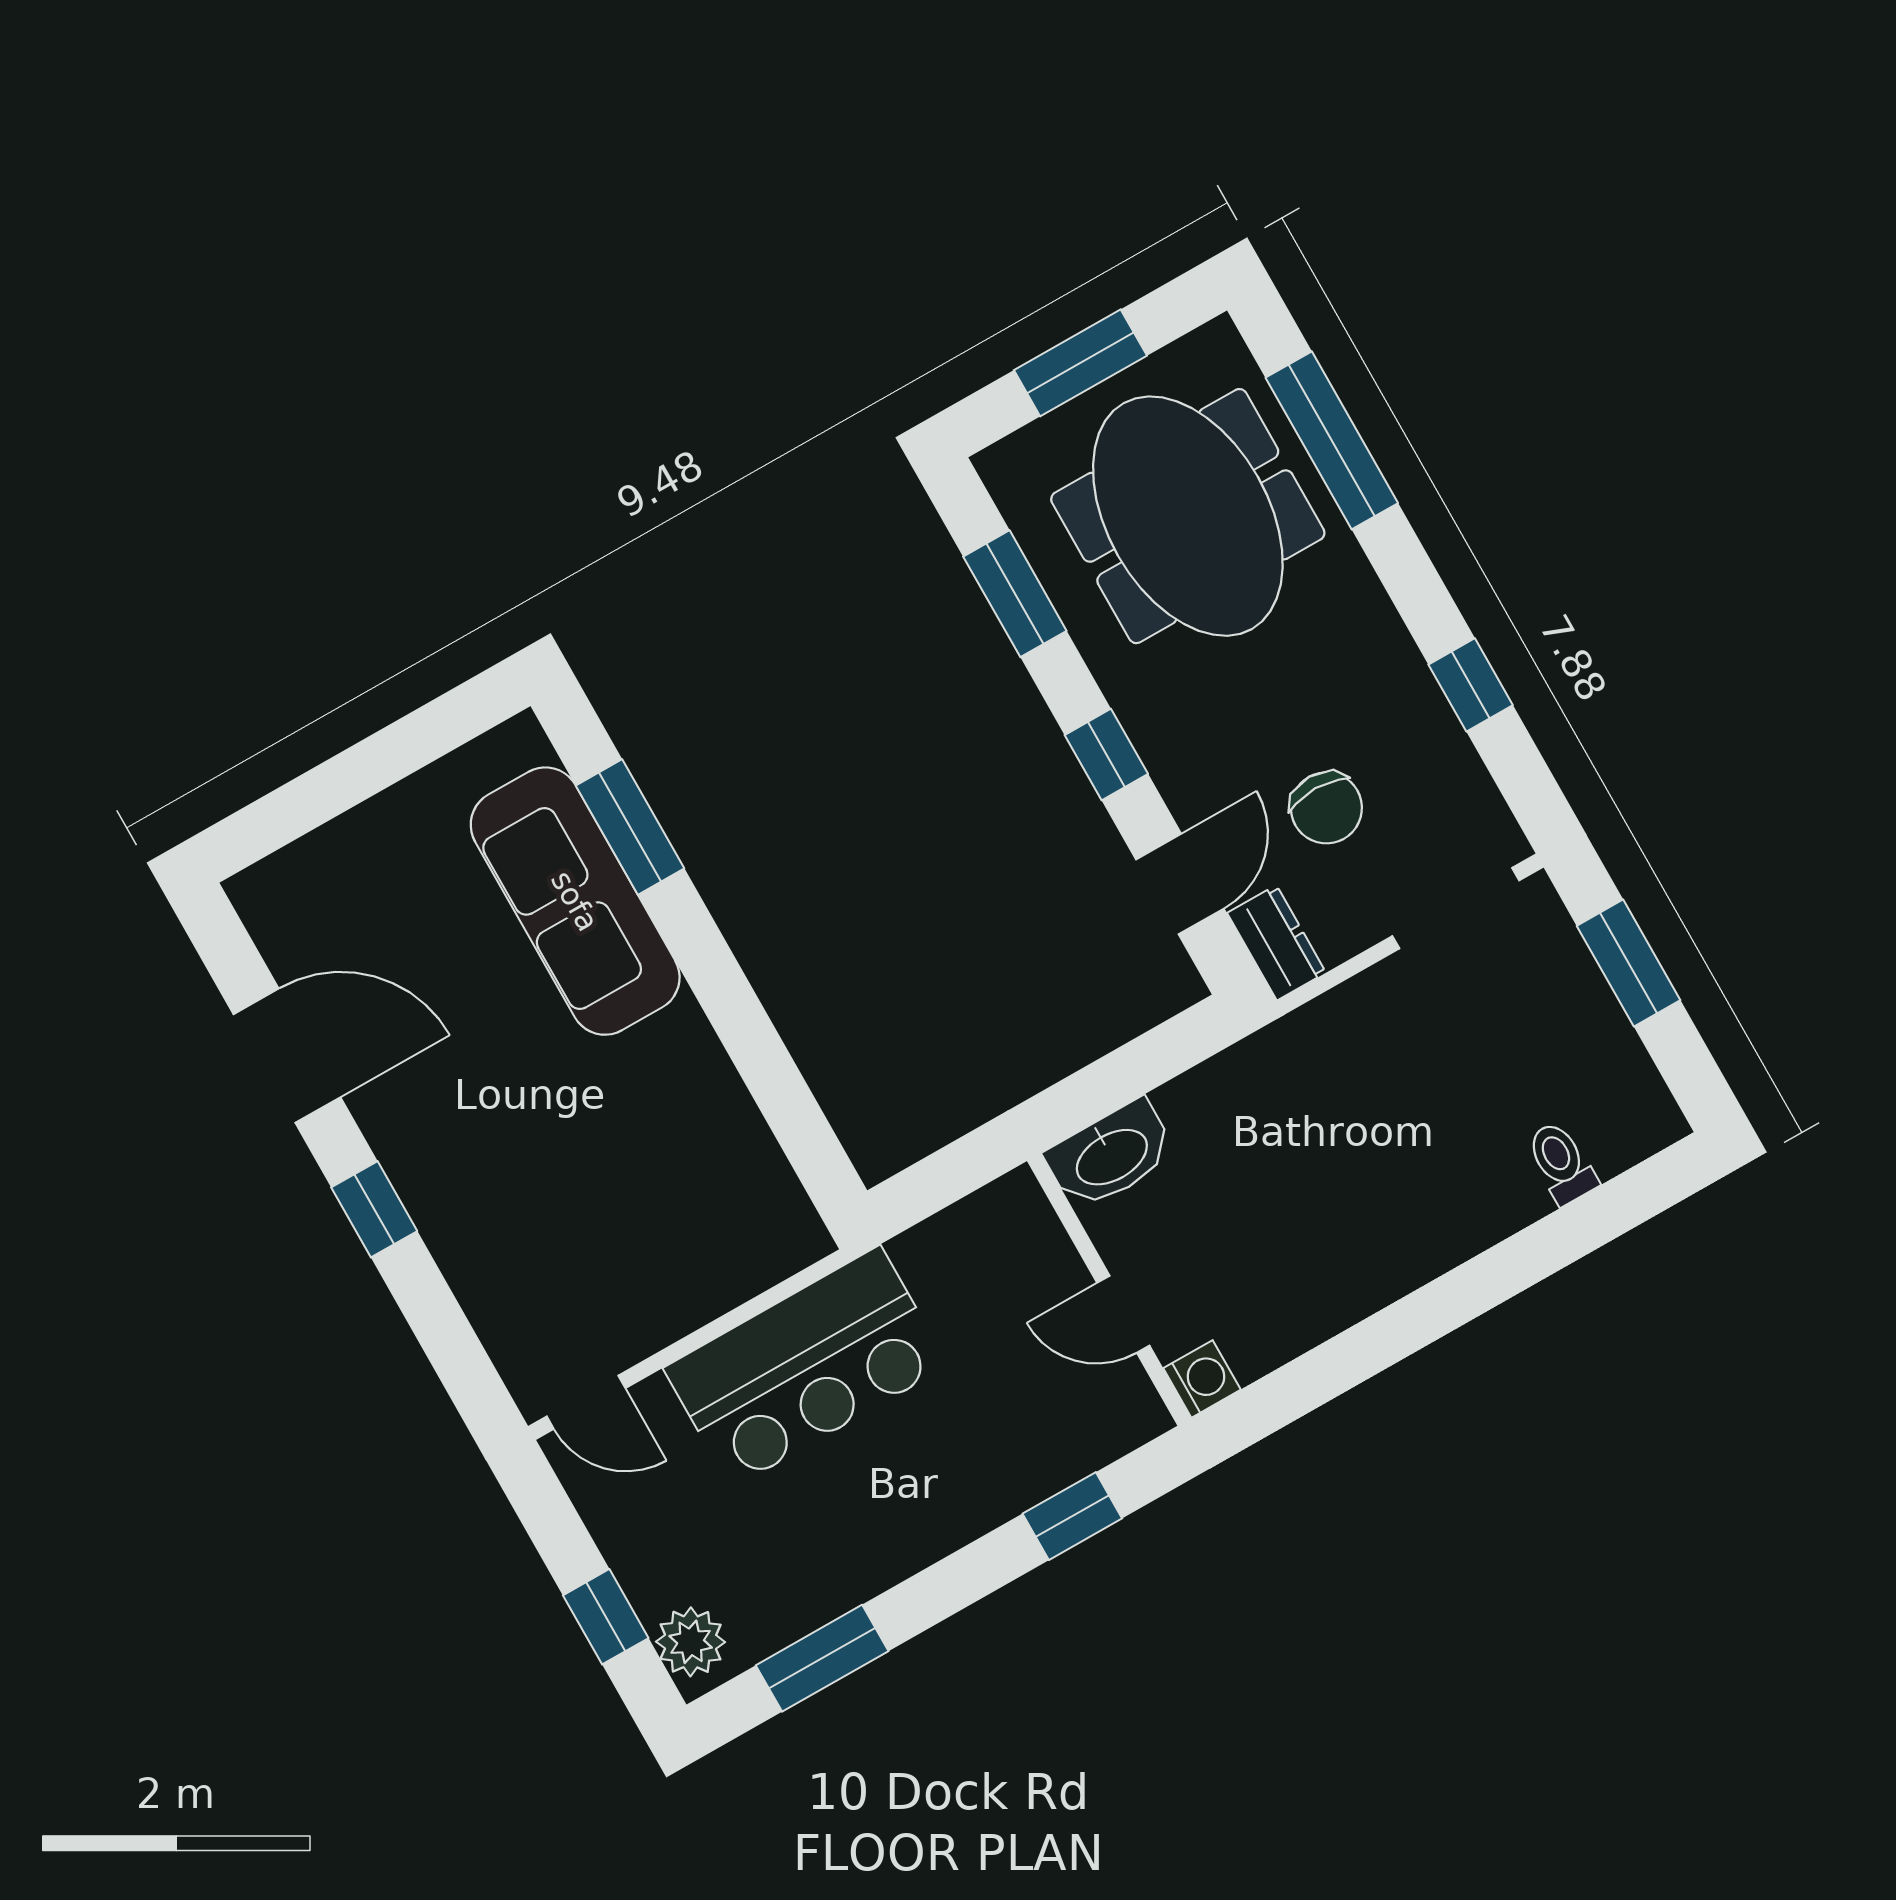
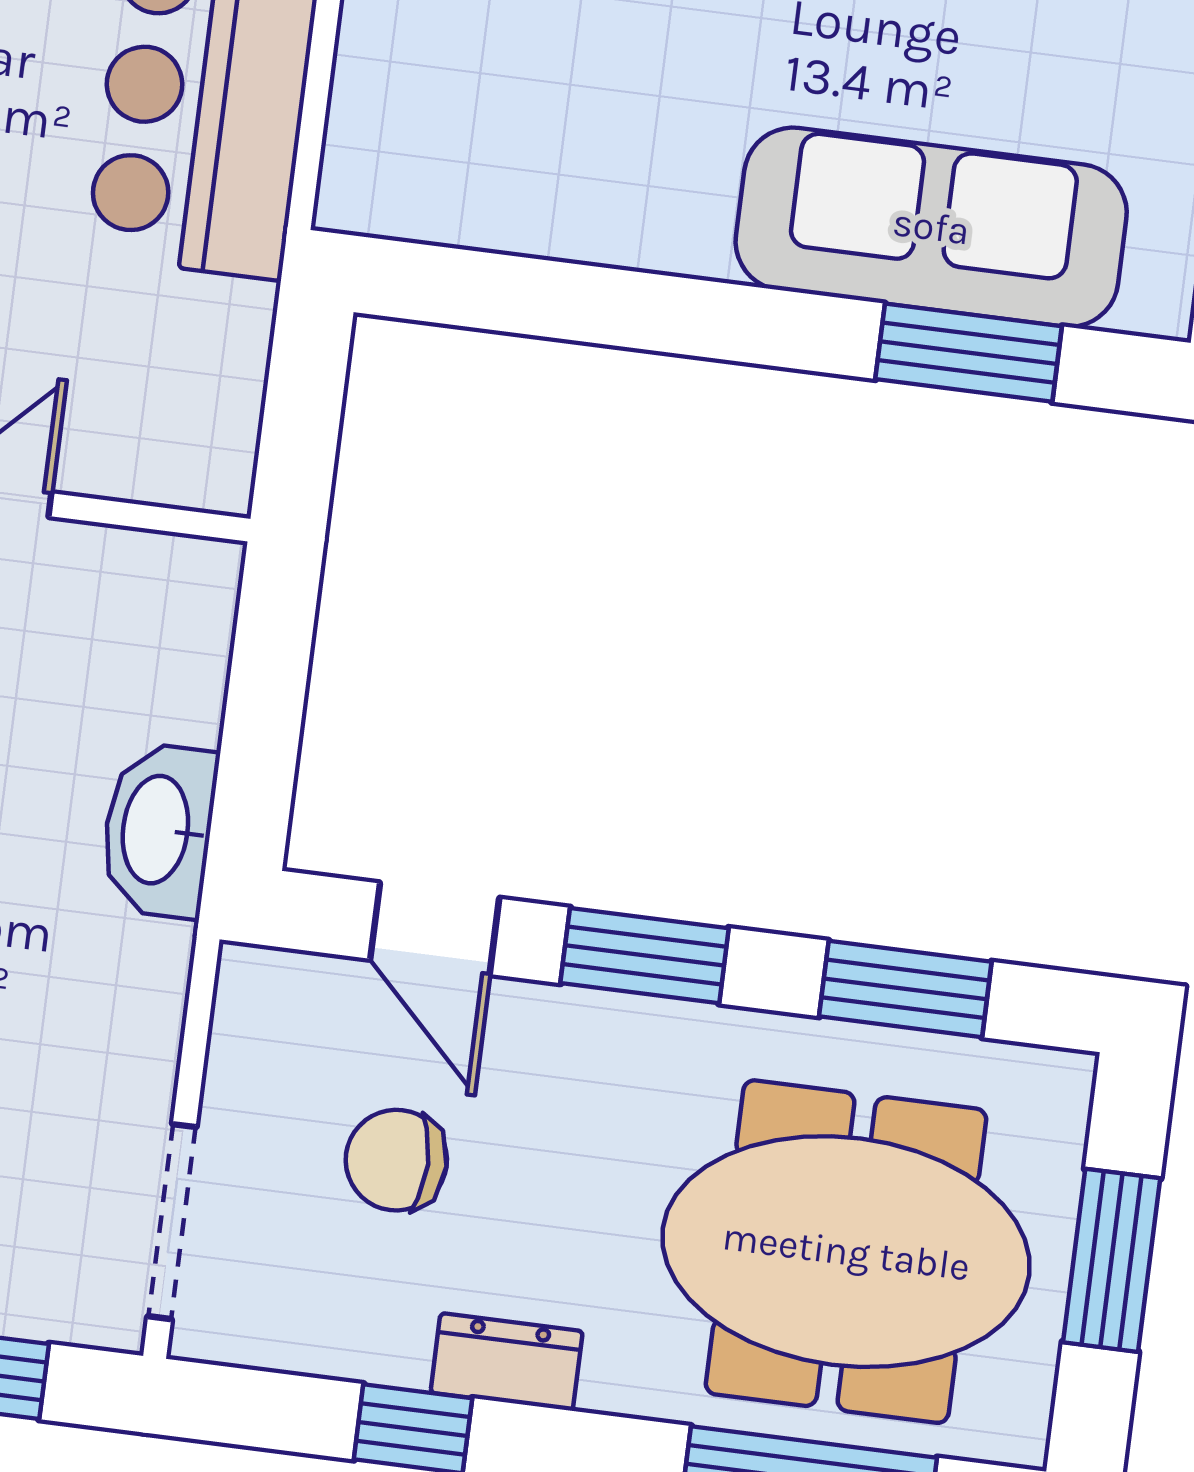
window: (1106, 755) -> (645, 956), width x1.50
dresser: (1277, 943) -> (507, 1362), moved, turned 180
washbasin: (1111, 1155) -> (158, 830), moved

